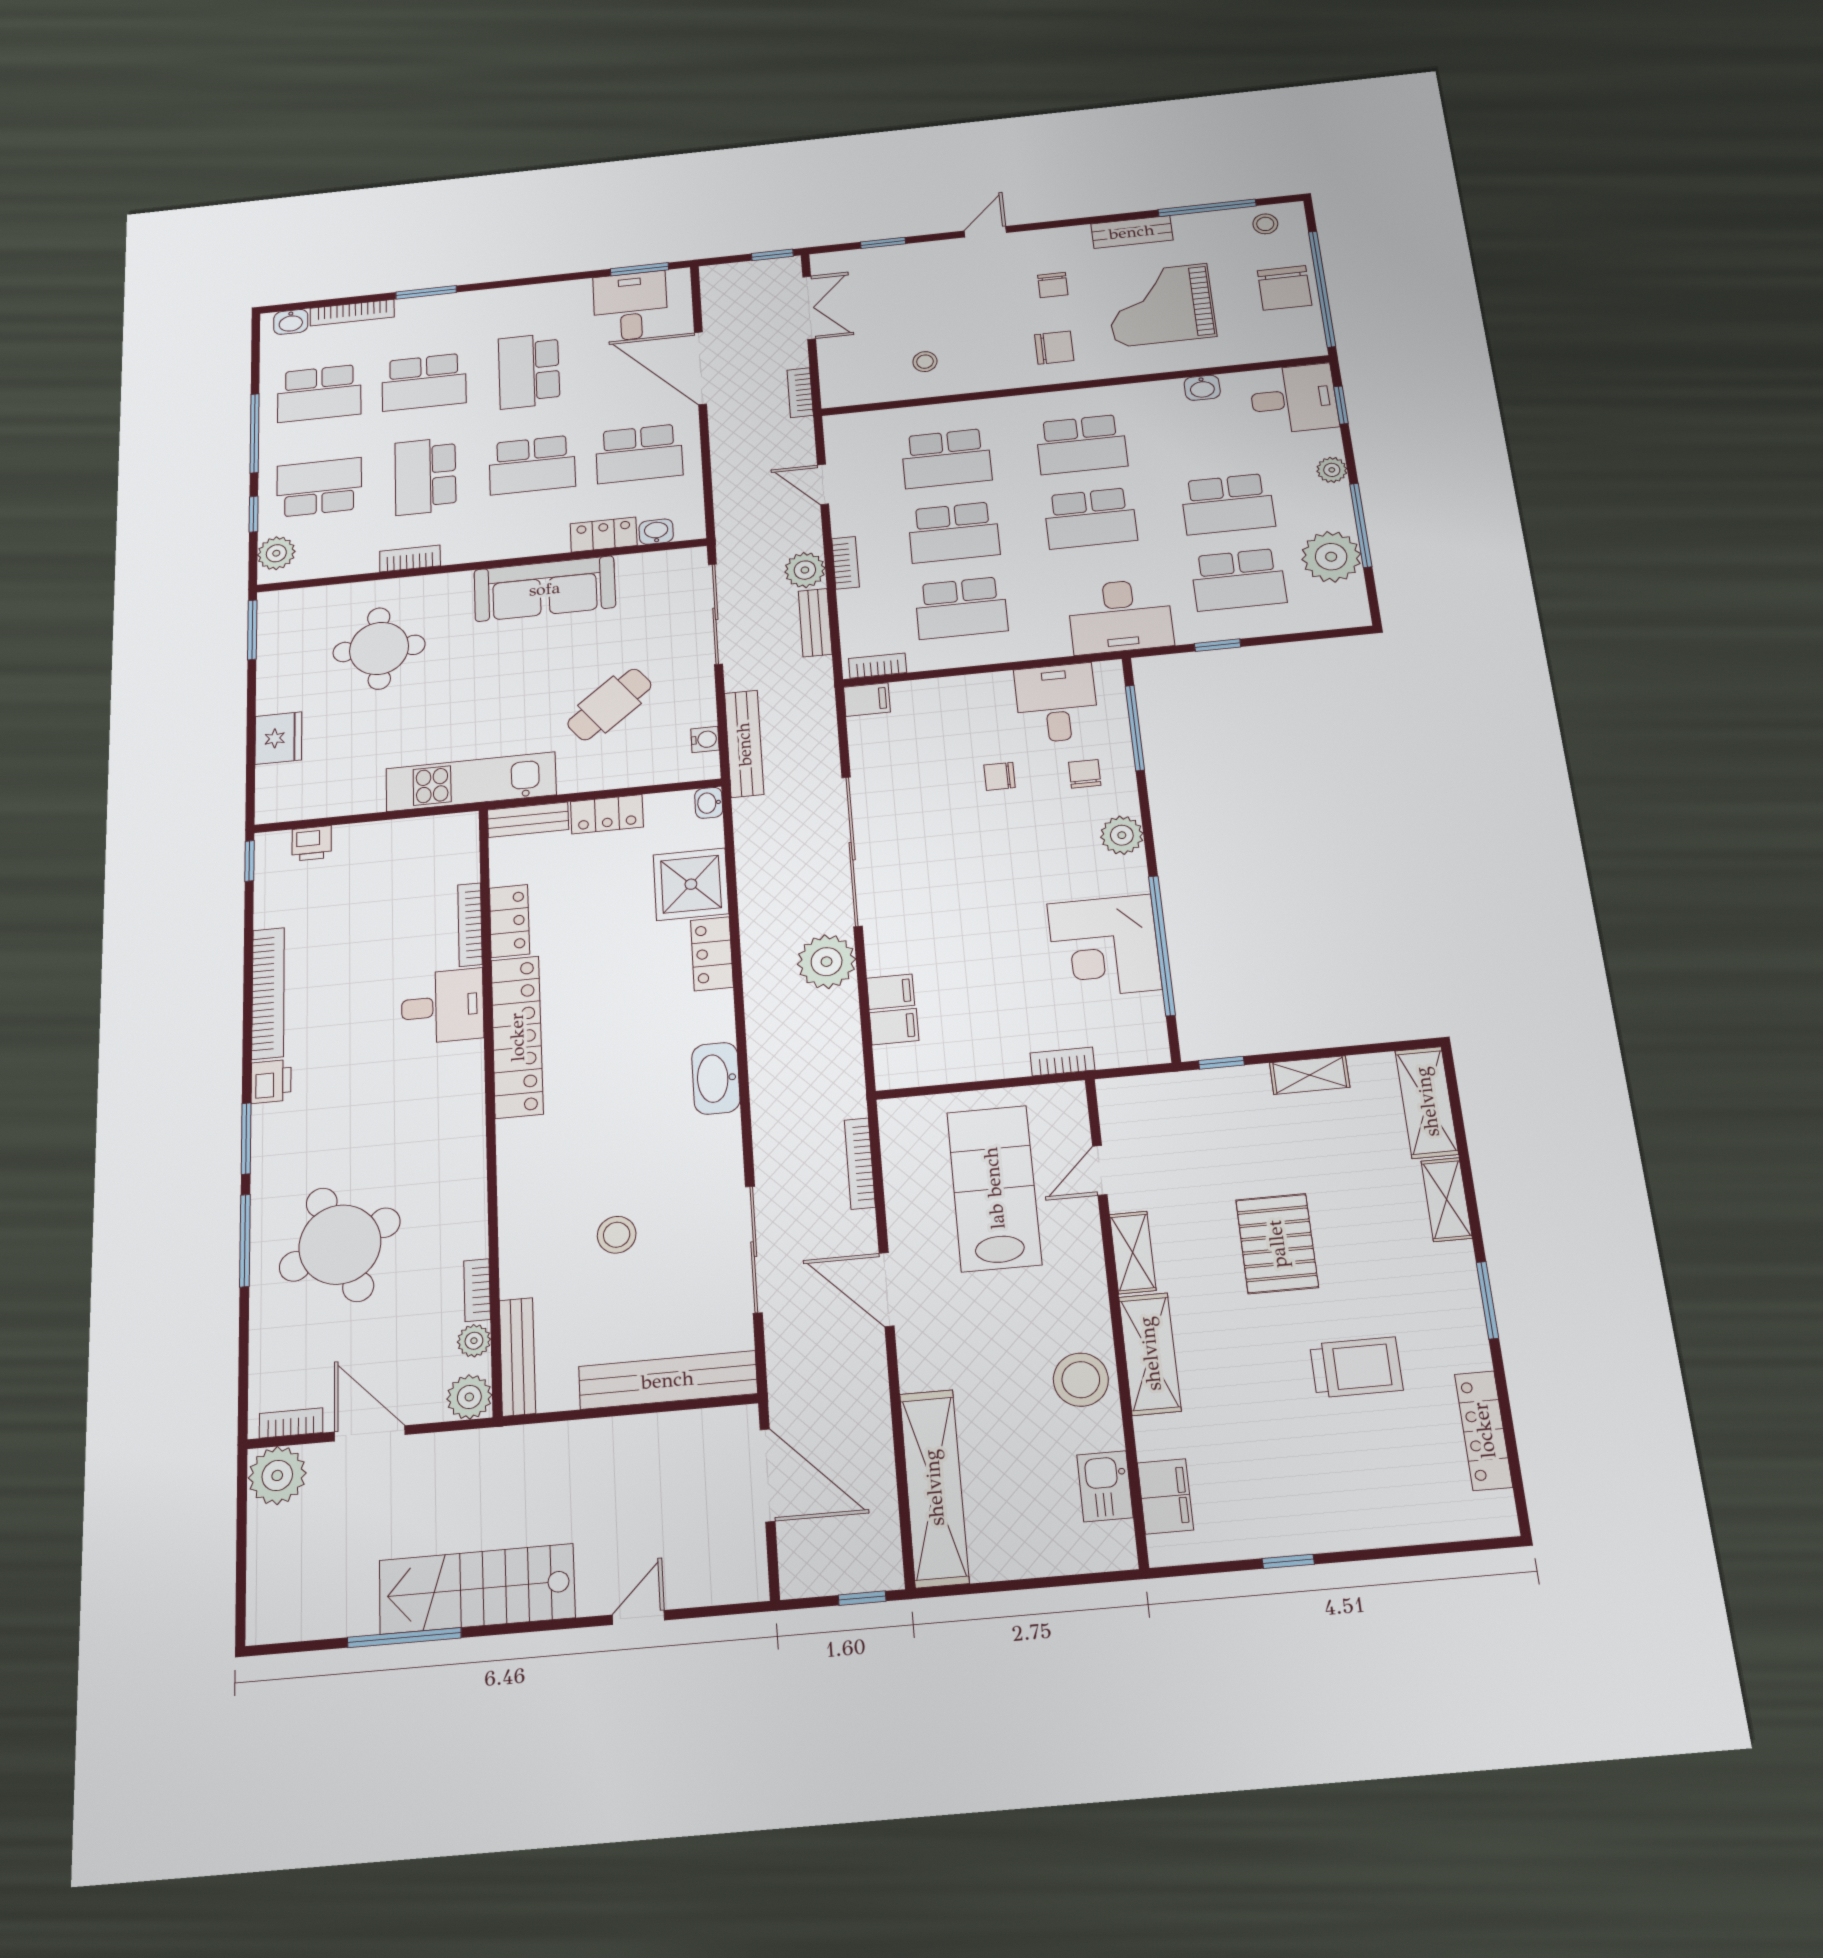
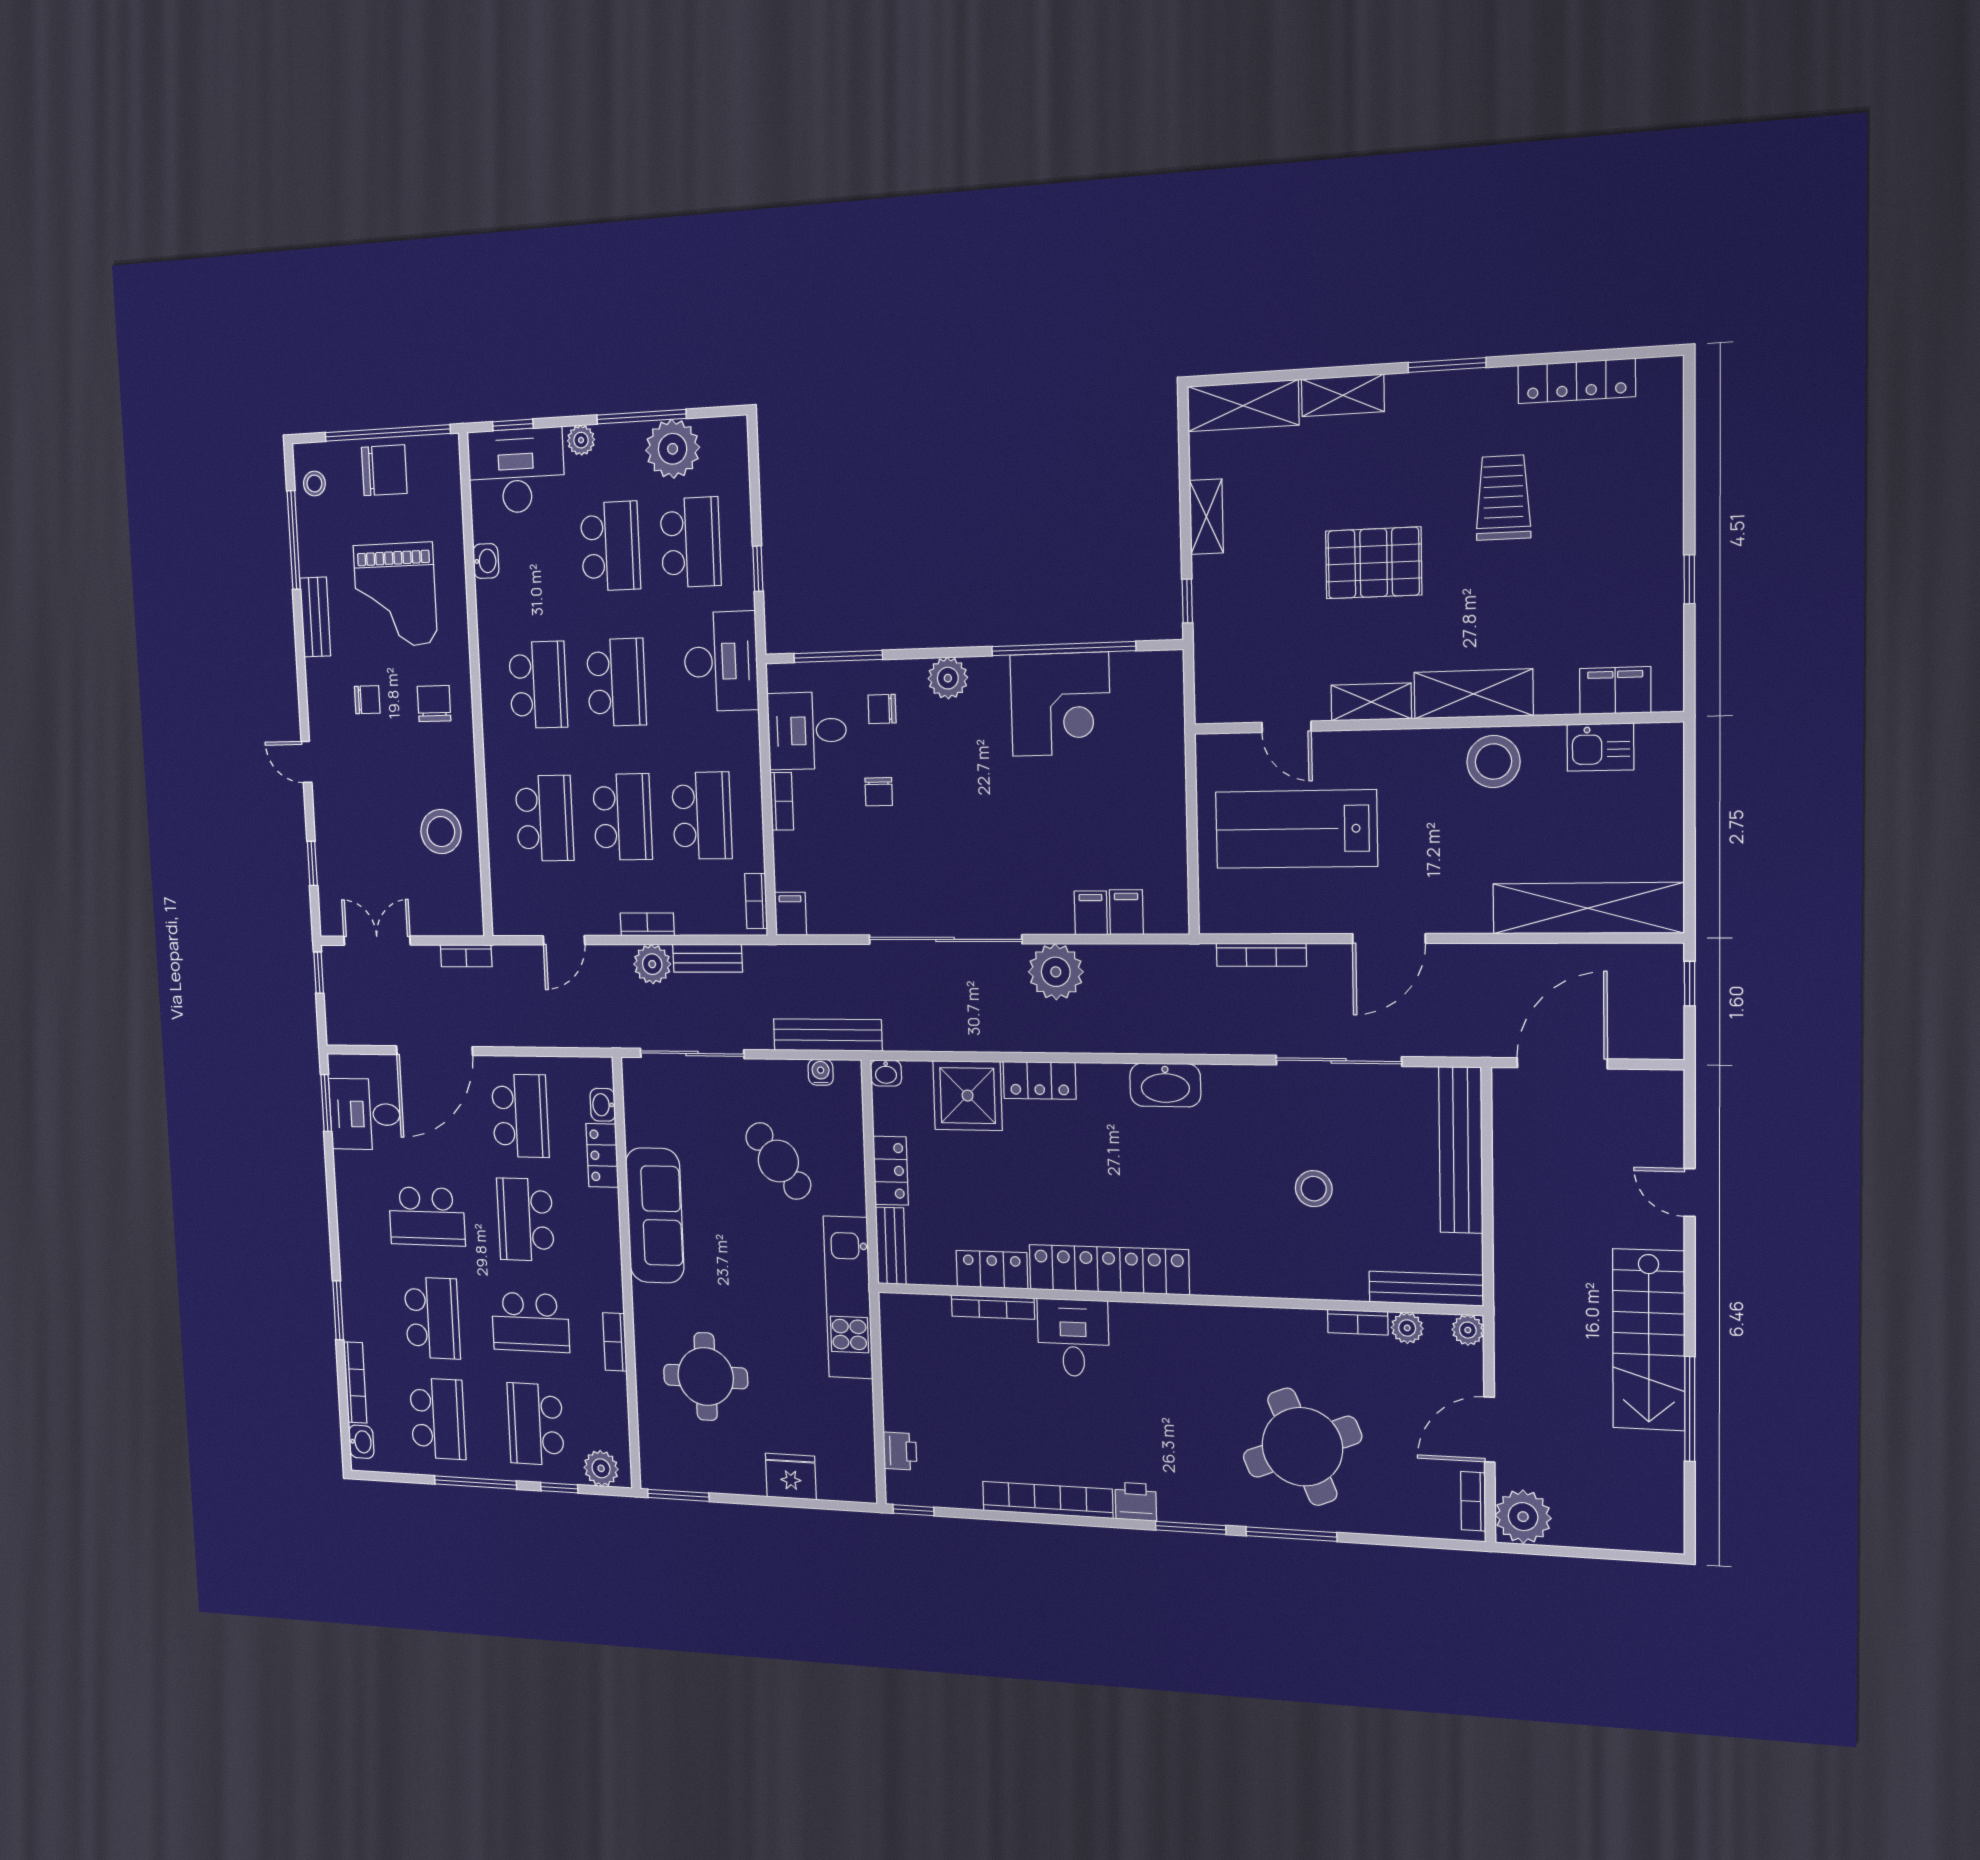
stool: (925, 362) -> (441, 832), width x1.89, depth x1.89
desk: (1294, 399) -> (516, 471), width x1.37
school desk: (532, 465) -> (525, 1220), turned 180
bookcase: (1062, 1061) -> (782, 801), moved, turned 180
plant: (469, 1397) -> (1468, 1330), width x0.73, depth x0.73

